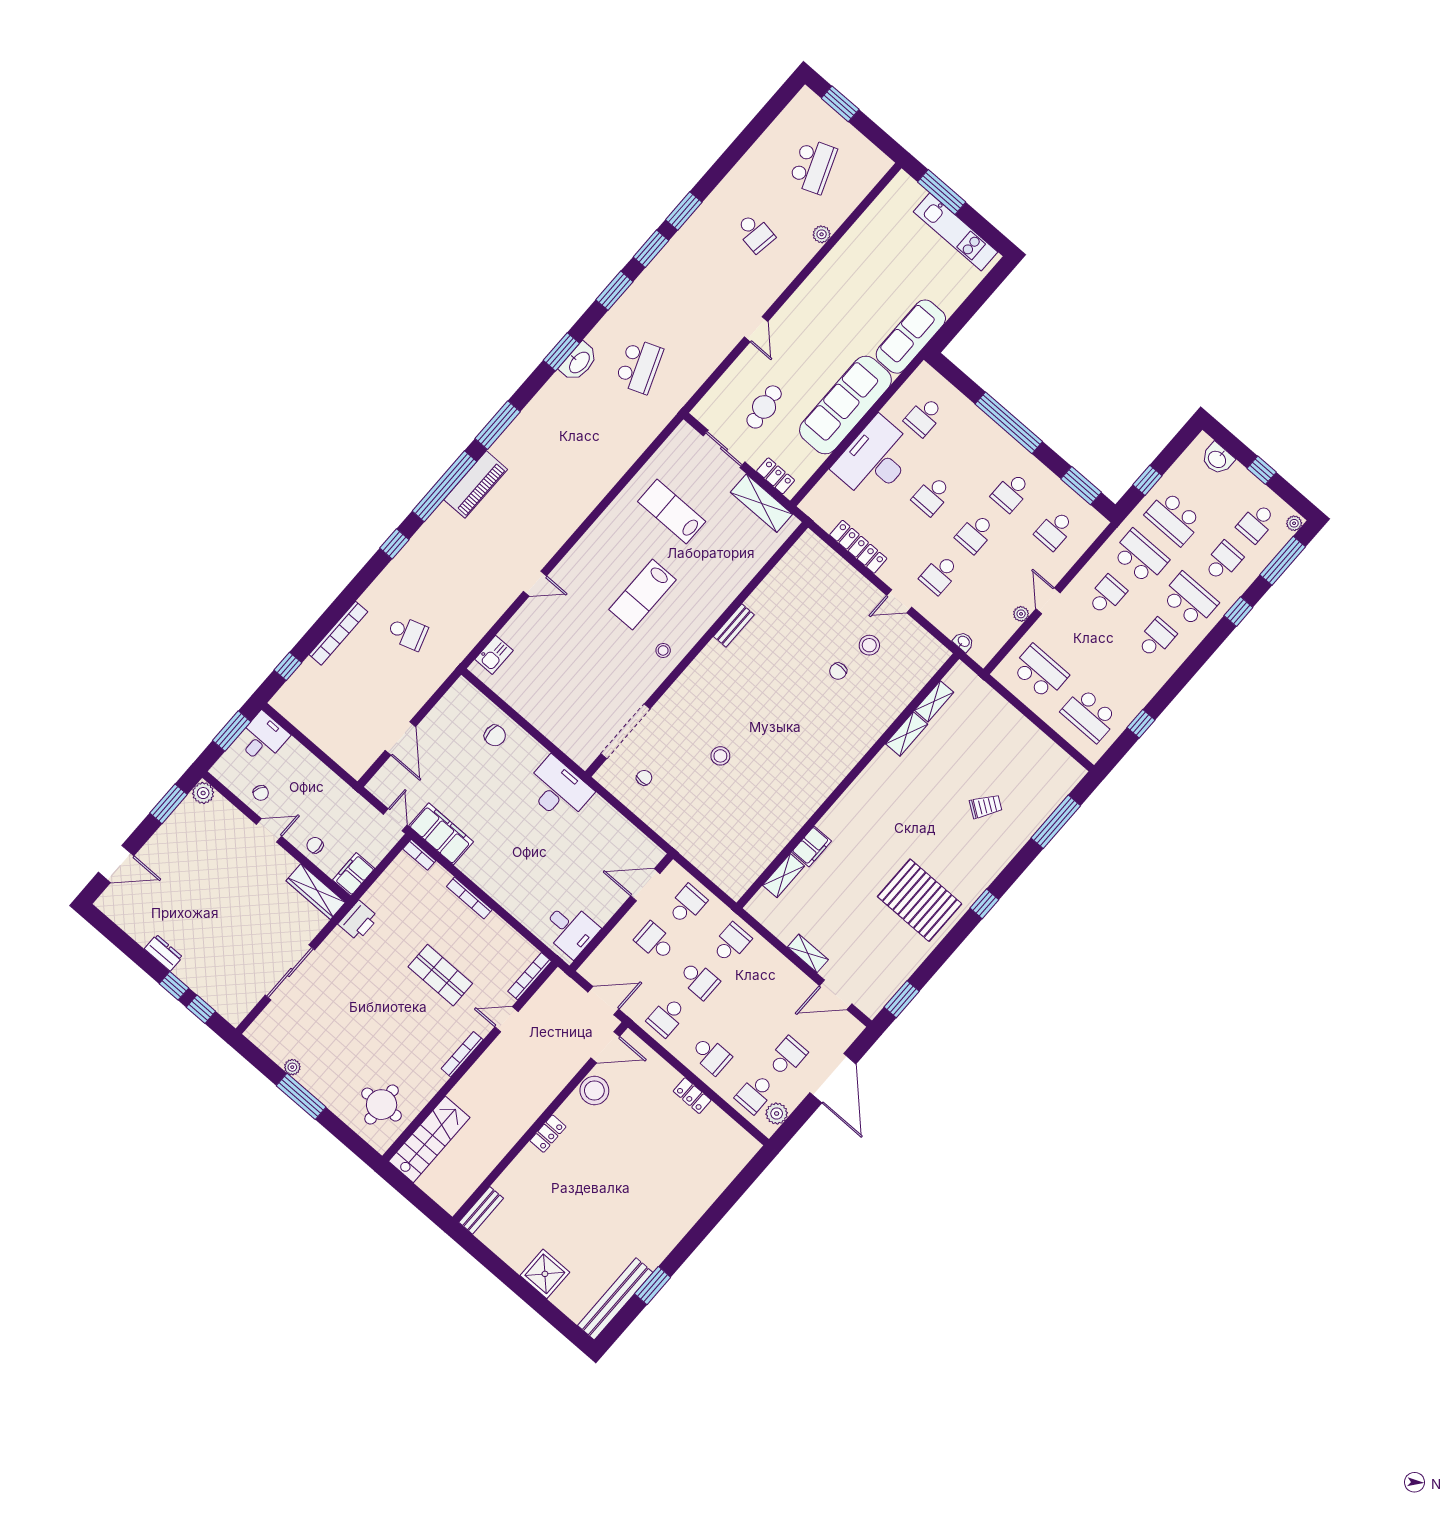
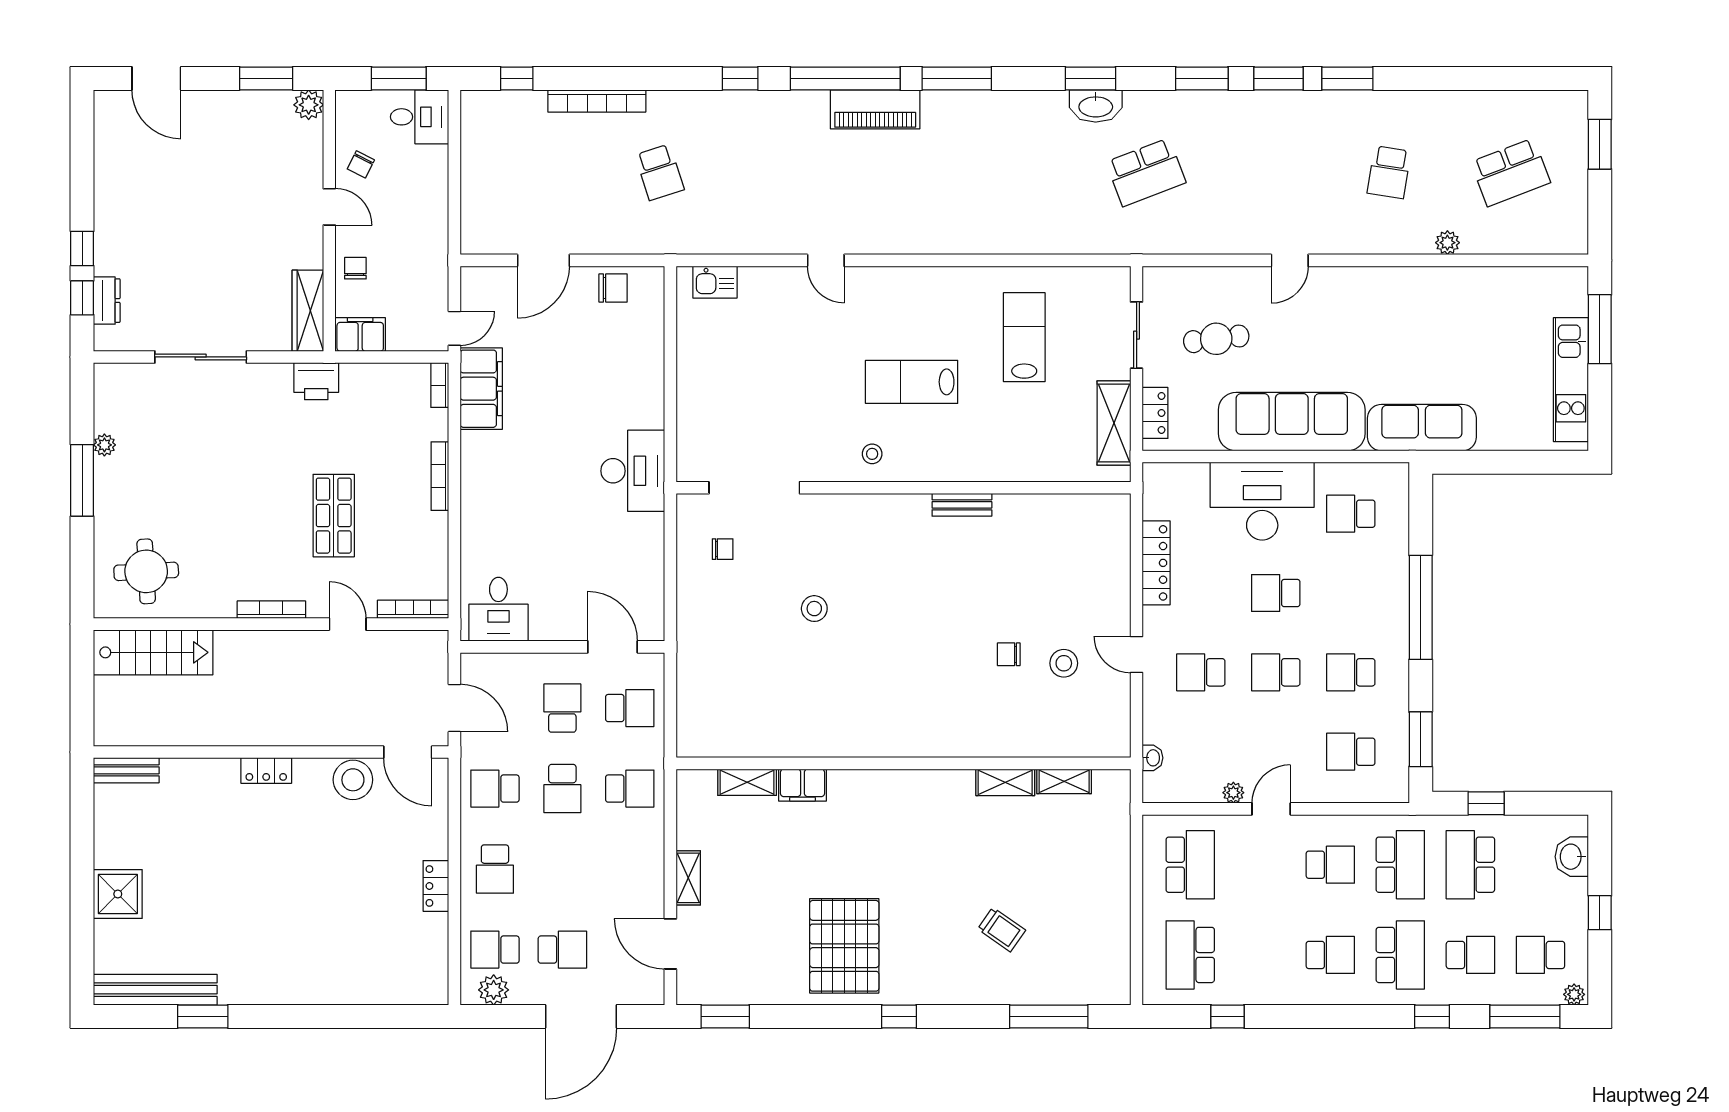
chair: (495, 736) -> (613, 288), moved, turned -90
dresser: (163, 953) -> (107, 301), moved

